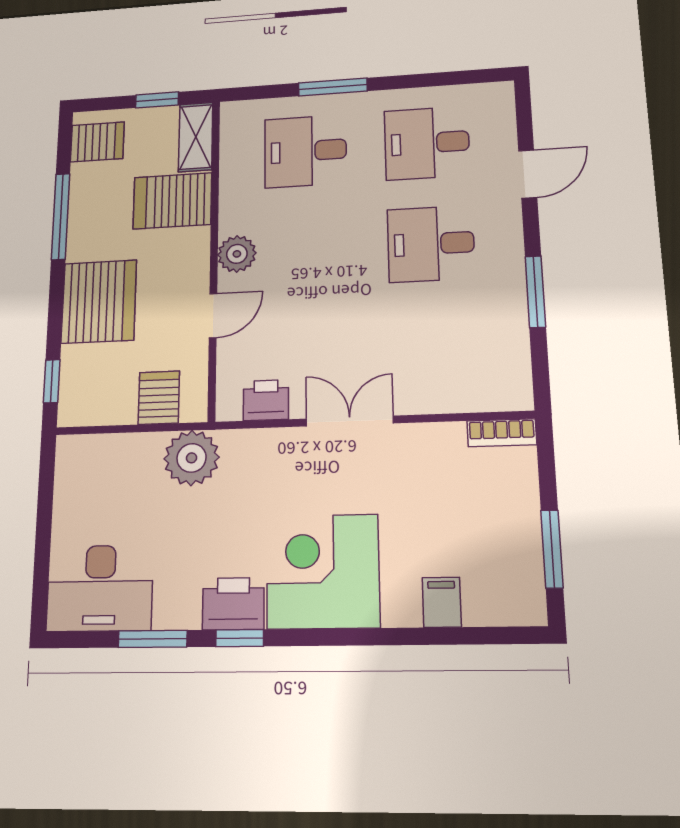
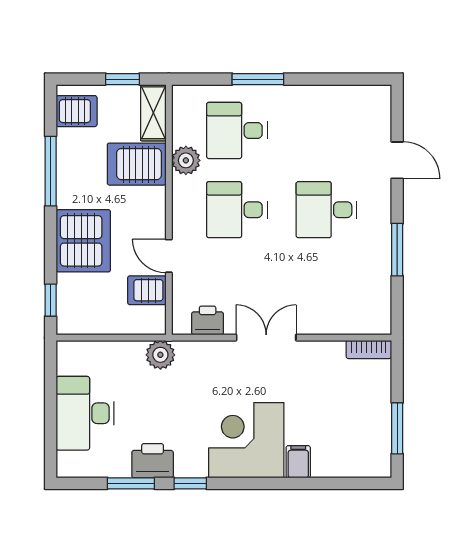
desk: (427, 143) -> (237, 210), moved
door: (528, 174) -> (397, 160), hinge flipped
plant: (237, 254) -> (186, 160), moved
door: (213, 316) -> (169, 256), swing flipped
server rack: (159, 398) -> (147, 290), moved, turned -90
plant: (192, 458) -> (160, 355), width x0.73, depth x0.73
desk: (100, 588) -> (85, 413), moved, turned 90
filing cabinet: (442, 602) -> (298, 462), moved
printer: (233, 604) -> (153, 461), moved

